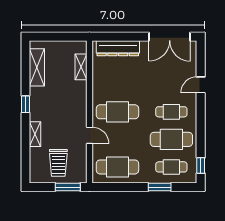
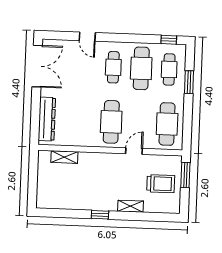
shelving: (37, 67) -> (63, 202), removed

